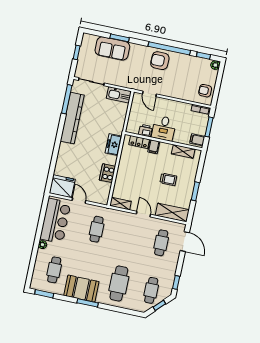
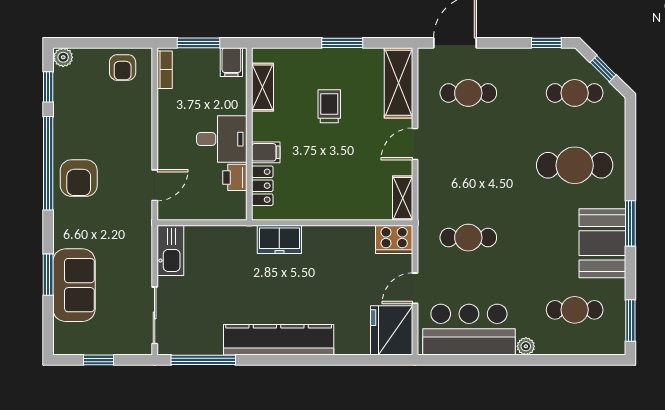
kitchen counter: (72, 118) -> (279, 340), moved
cooker: (107, 173) -> (394, 239), moved

